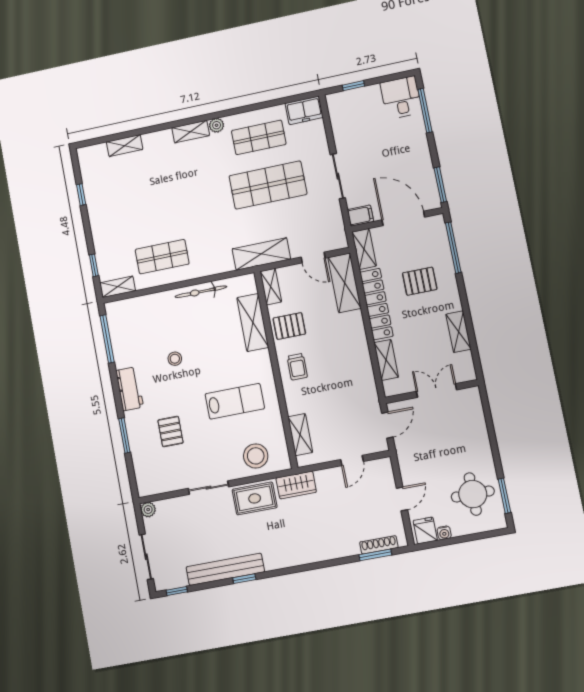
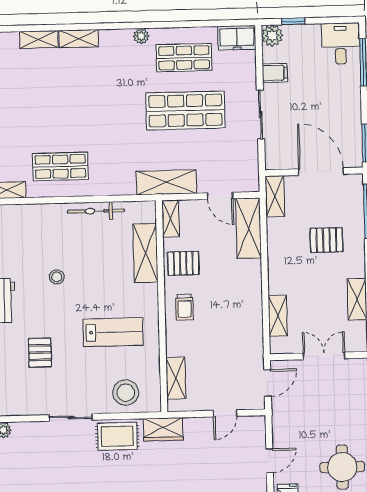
plant: (336, 102) -> (272, 36), added
shelving: (191, 132) -> (79, 39), moved
filing cabinet: (360, 216) -> (275, 73), moved
locker: (376, 304) -> (278, 256), removed

